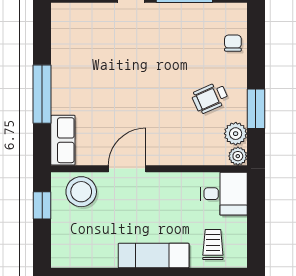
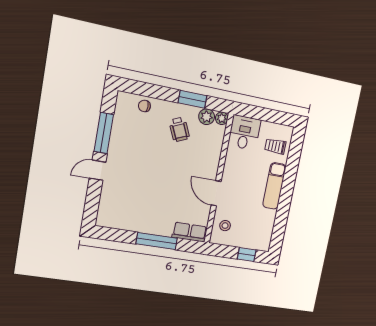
stool: (81, 192) -> (225, 226), width x0.53, depth x0.53
window: (42, 205) -> (247, 254), moved

